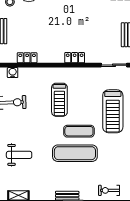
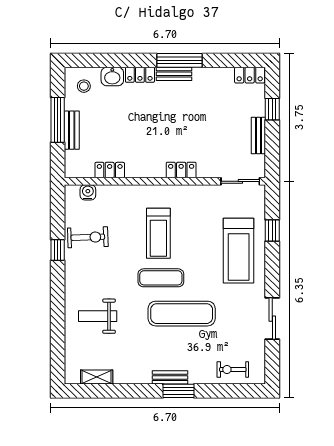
exercise mat: (79, 131) -> (161, 278), moved
weight bench: (19, 155) -> (98, 316), turned 180

